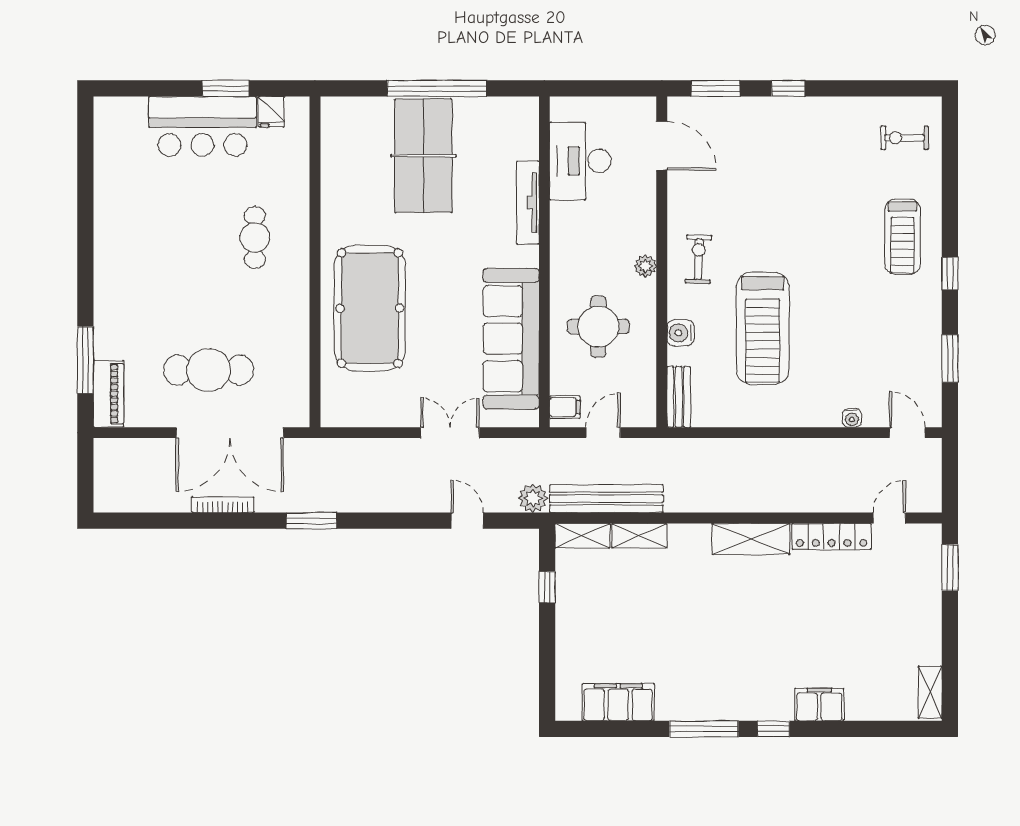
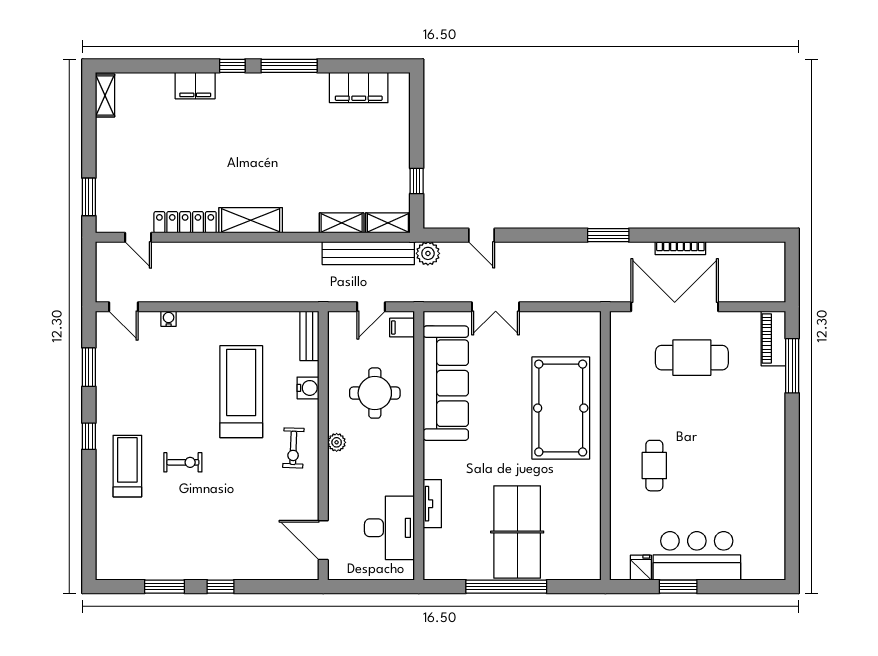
window: (716, 88) -> (164, 587), moved
exercise bike: (905, 138) -> (183, 462), moved
tv unit: (528, 203) -> (432, 504), width x0.71
door: (889, 518) -> (138, 237), hinge flipped

